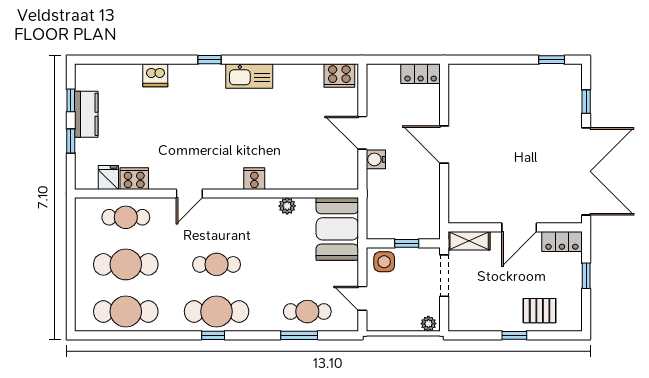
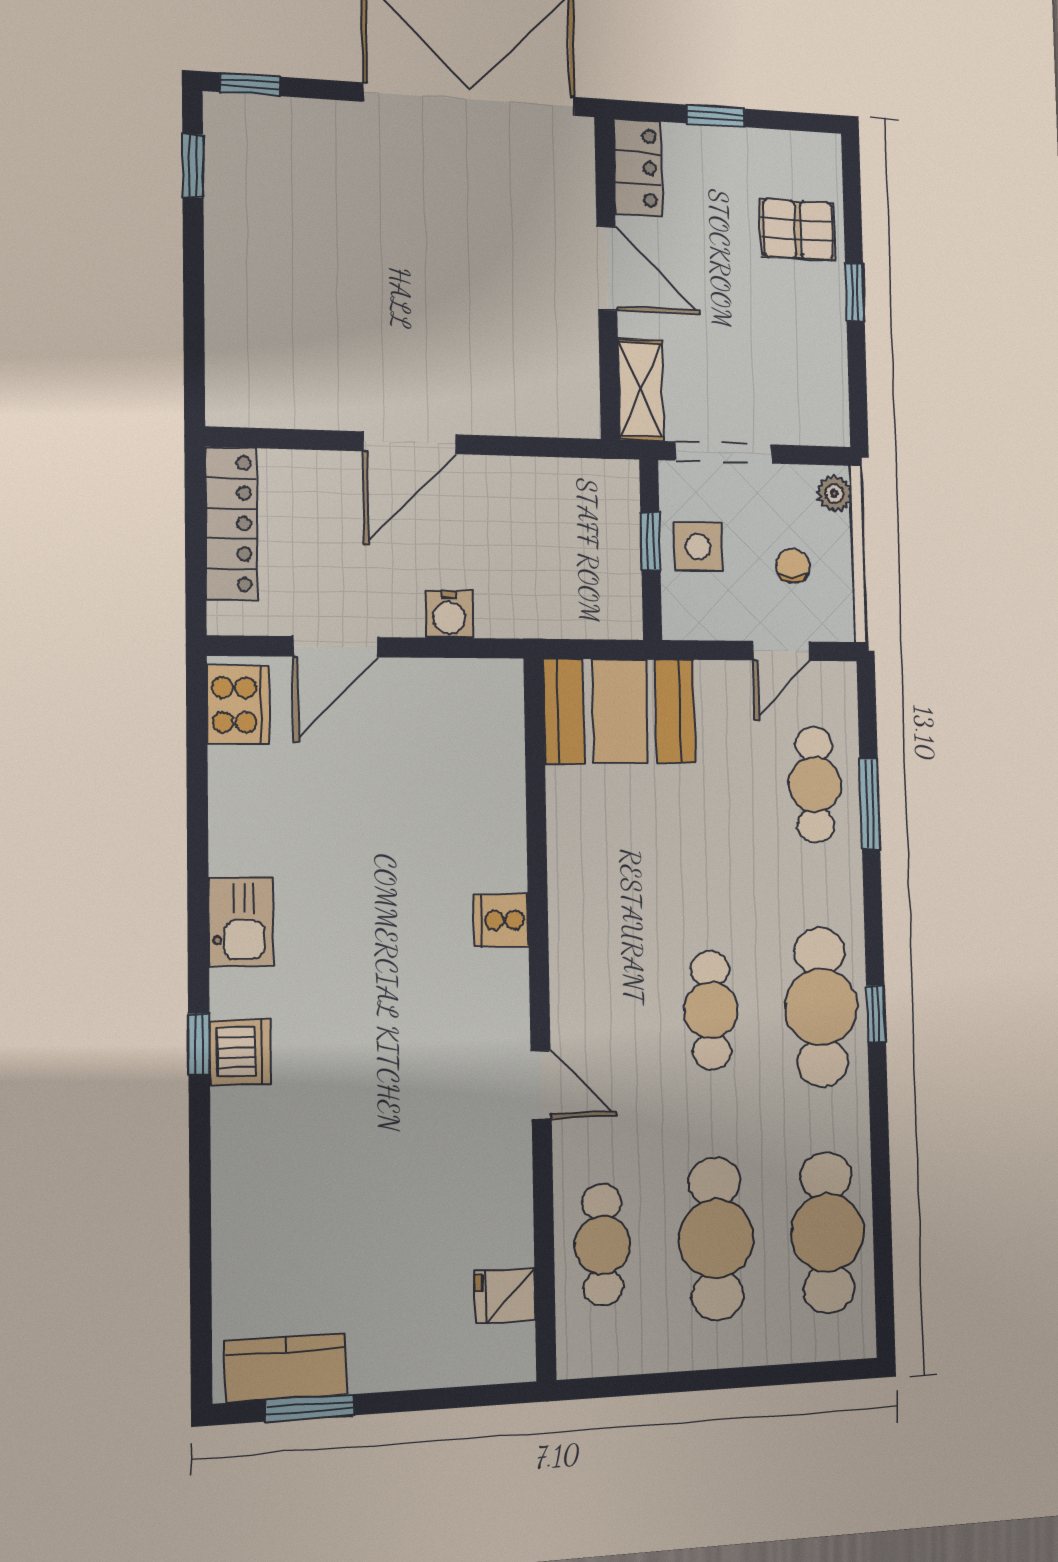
locker: (421, 74) -> (231, 523), width x1.53
dishwasher: (155, 75) -> (240, 1052), moved
kitchen sink: (249, 76) -> (241, 922), width x0.73
window: (71, 100) -> (310, 1408), width x1.50
window: (586, 102) -> (250, 84), moved
kitchen counter: (86, 114) -> (286, 1368), moved
door: (362, 133) -> (335, 647), moved
window: (71, 141) -> (414, 1400), removed
cooker: (134, 179) -> (507, 1228), removed
plant: (287, 206) -> (567, 836), removed
side table: (384, 262) -> (698, 547), moved
chair: (398, 304) -> (793, 566), added
pallet: (540, 311) -> (798, 230), turned 90

